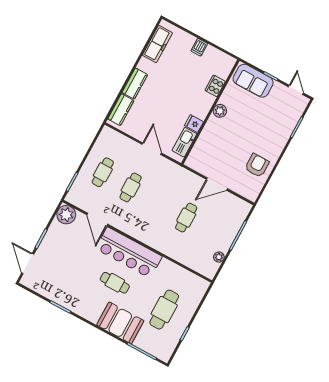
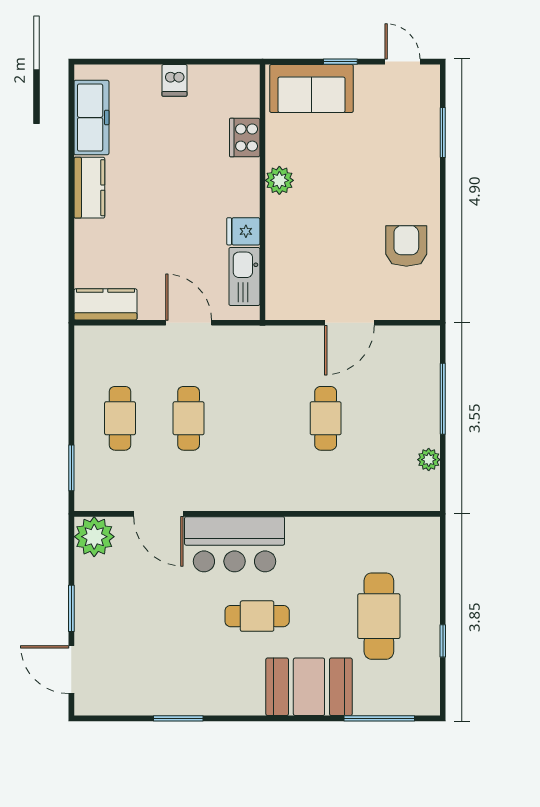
kitchen counter: (135, 84) -> (89, 188), moved
kitchen counter: (121, 110) -> (105, 304), moved, turned -90
bar counter: (129, 253) -> (235, 544), width x0.73

